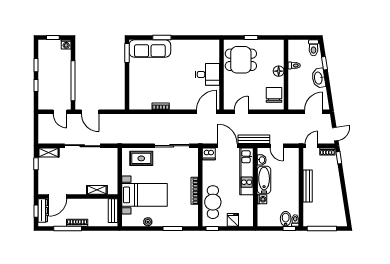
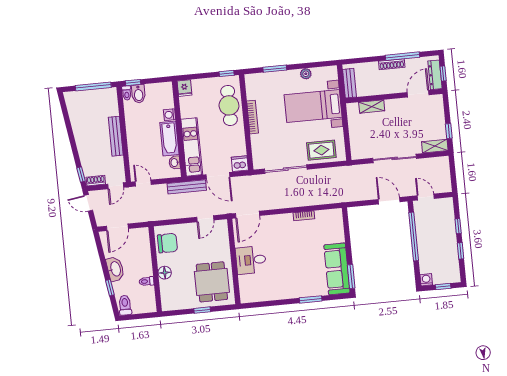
sofa: (150, 48) -> (337, 269), moved, turned -90
dining table: (241, 60) -> (212, 282), turned 90
chair: (274, 95) -> (167, 243), turned -90
door: (335, 134) -> (88, 203), hinge flipped
door: (277, 146) -> (143, 183), moved
fridge: (233, 220) -> (184, 88), moved

